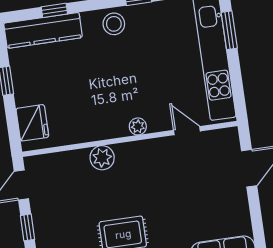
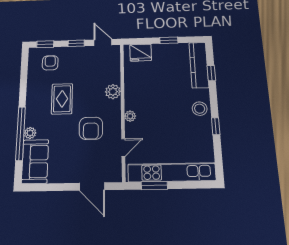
window: (229, 30) -> (154, 185), moved
armchair: (164, 183) -> (91, 128), added

